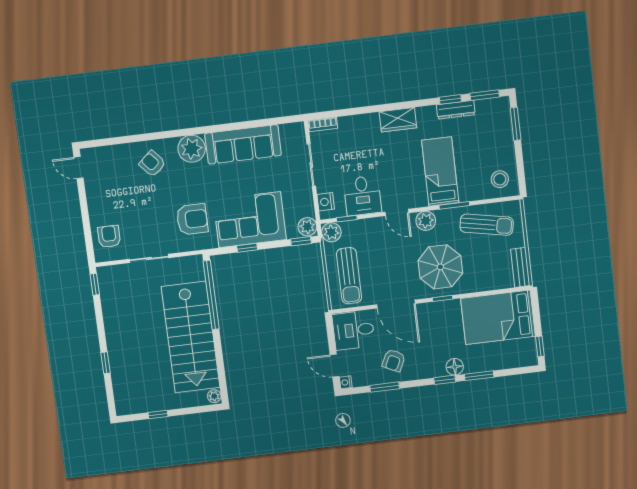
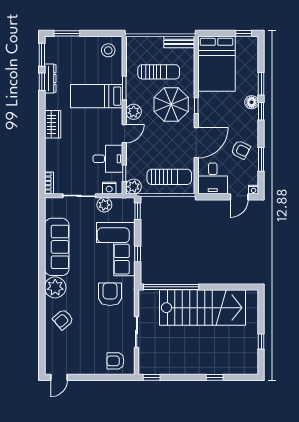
sun lounger: (487, 225) -> (159, 72), moved, turned 79
plant: (307, 227) -> (104, 205), moved
plant: (214, 396) -> (252, 295), removed

